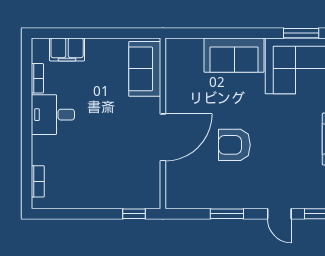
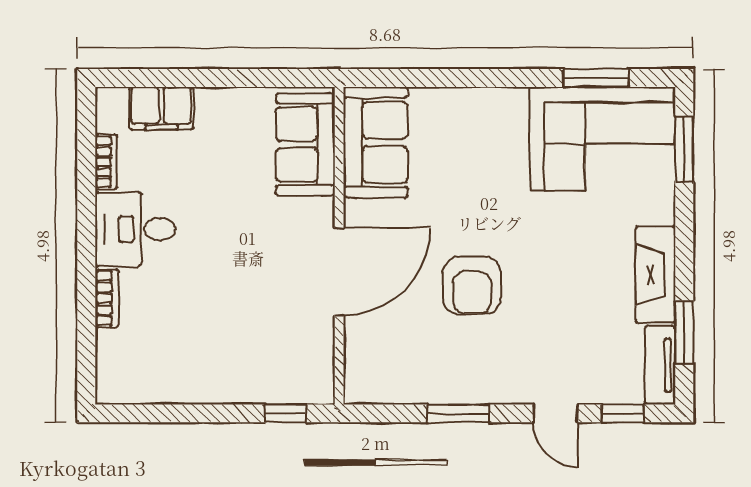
sofa: (234, 55) -> (375, 142), moved, turned -90
armchair: (234, 145) -> (472, 285), turned -90
bookcase: (38, 181) -> (107, 298), moved

